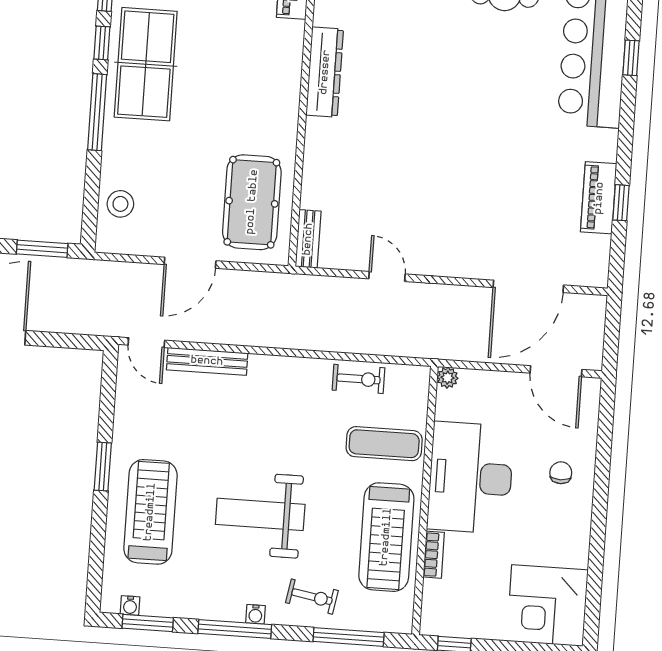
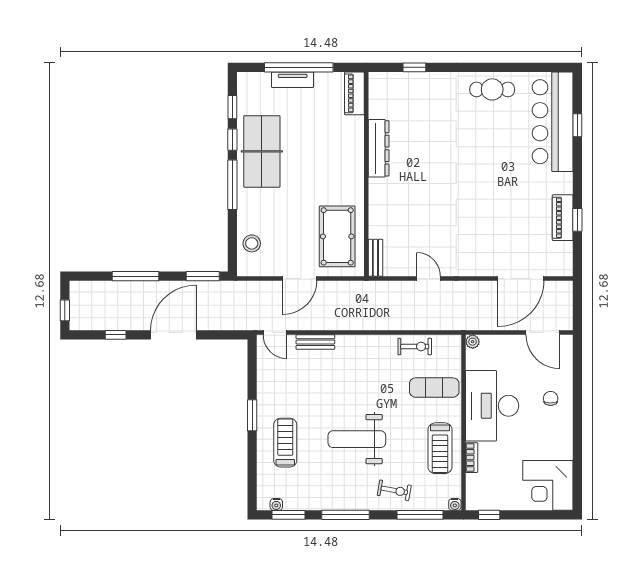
bench: (207, 361) -> (315, 342), width x0.73
treadmill: (150, 512) -> (285, 443), width x0.73, depth x0.73
treadmill: (386, 537) -> (440, 448), width x0.73, depth x0.73
water cooler: (255, 614) -> (455, 504), moved

